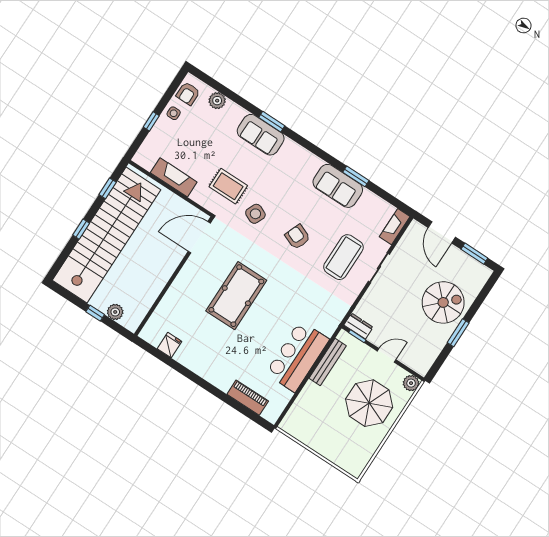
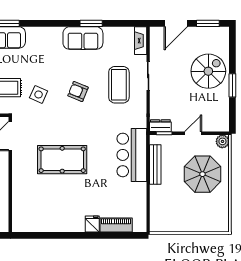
door: (442, 232) -> (176, 23), hinge flipped
pool table: (236, 296) -> (62, 160), turned 90
fridge: (169, 345) -> (92, 224), moved
bar counter: (297, 356) -> (132, 155), moved

